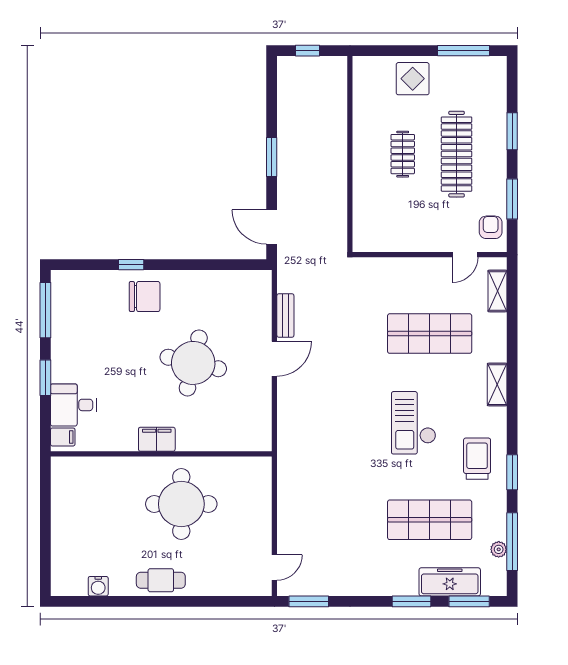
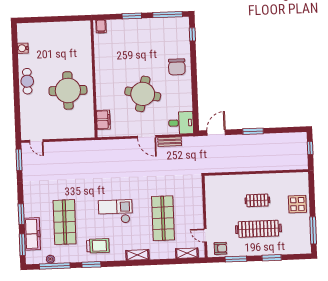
window: (131, 265) -> (192, 34), moved
desk: (73, 405) -> (181, 123), moved, turned 90
filing cabinet: (157, 439) -> (103, 120), moved

